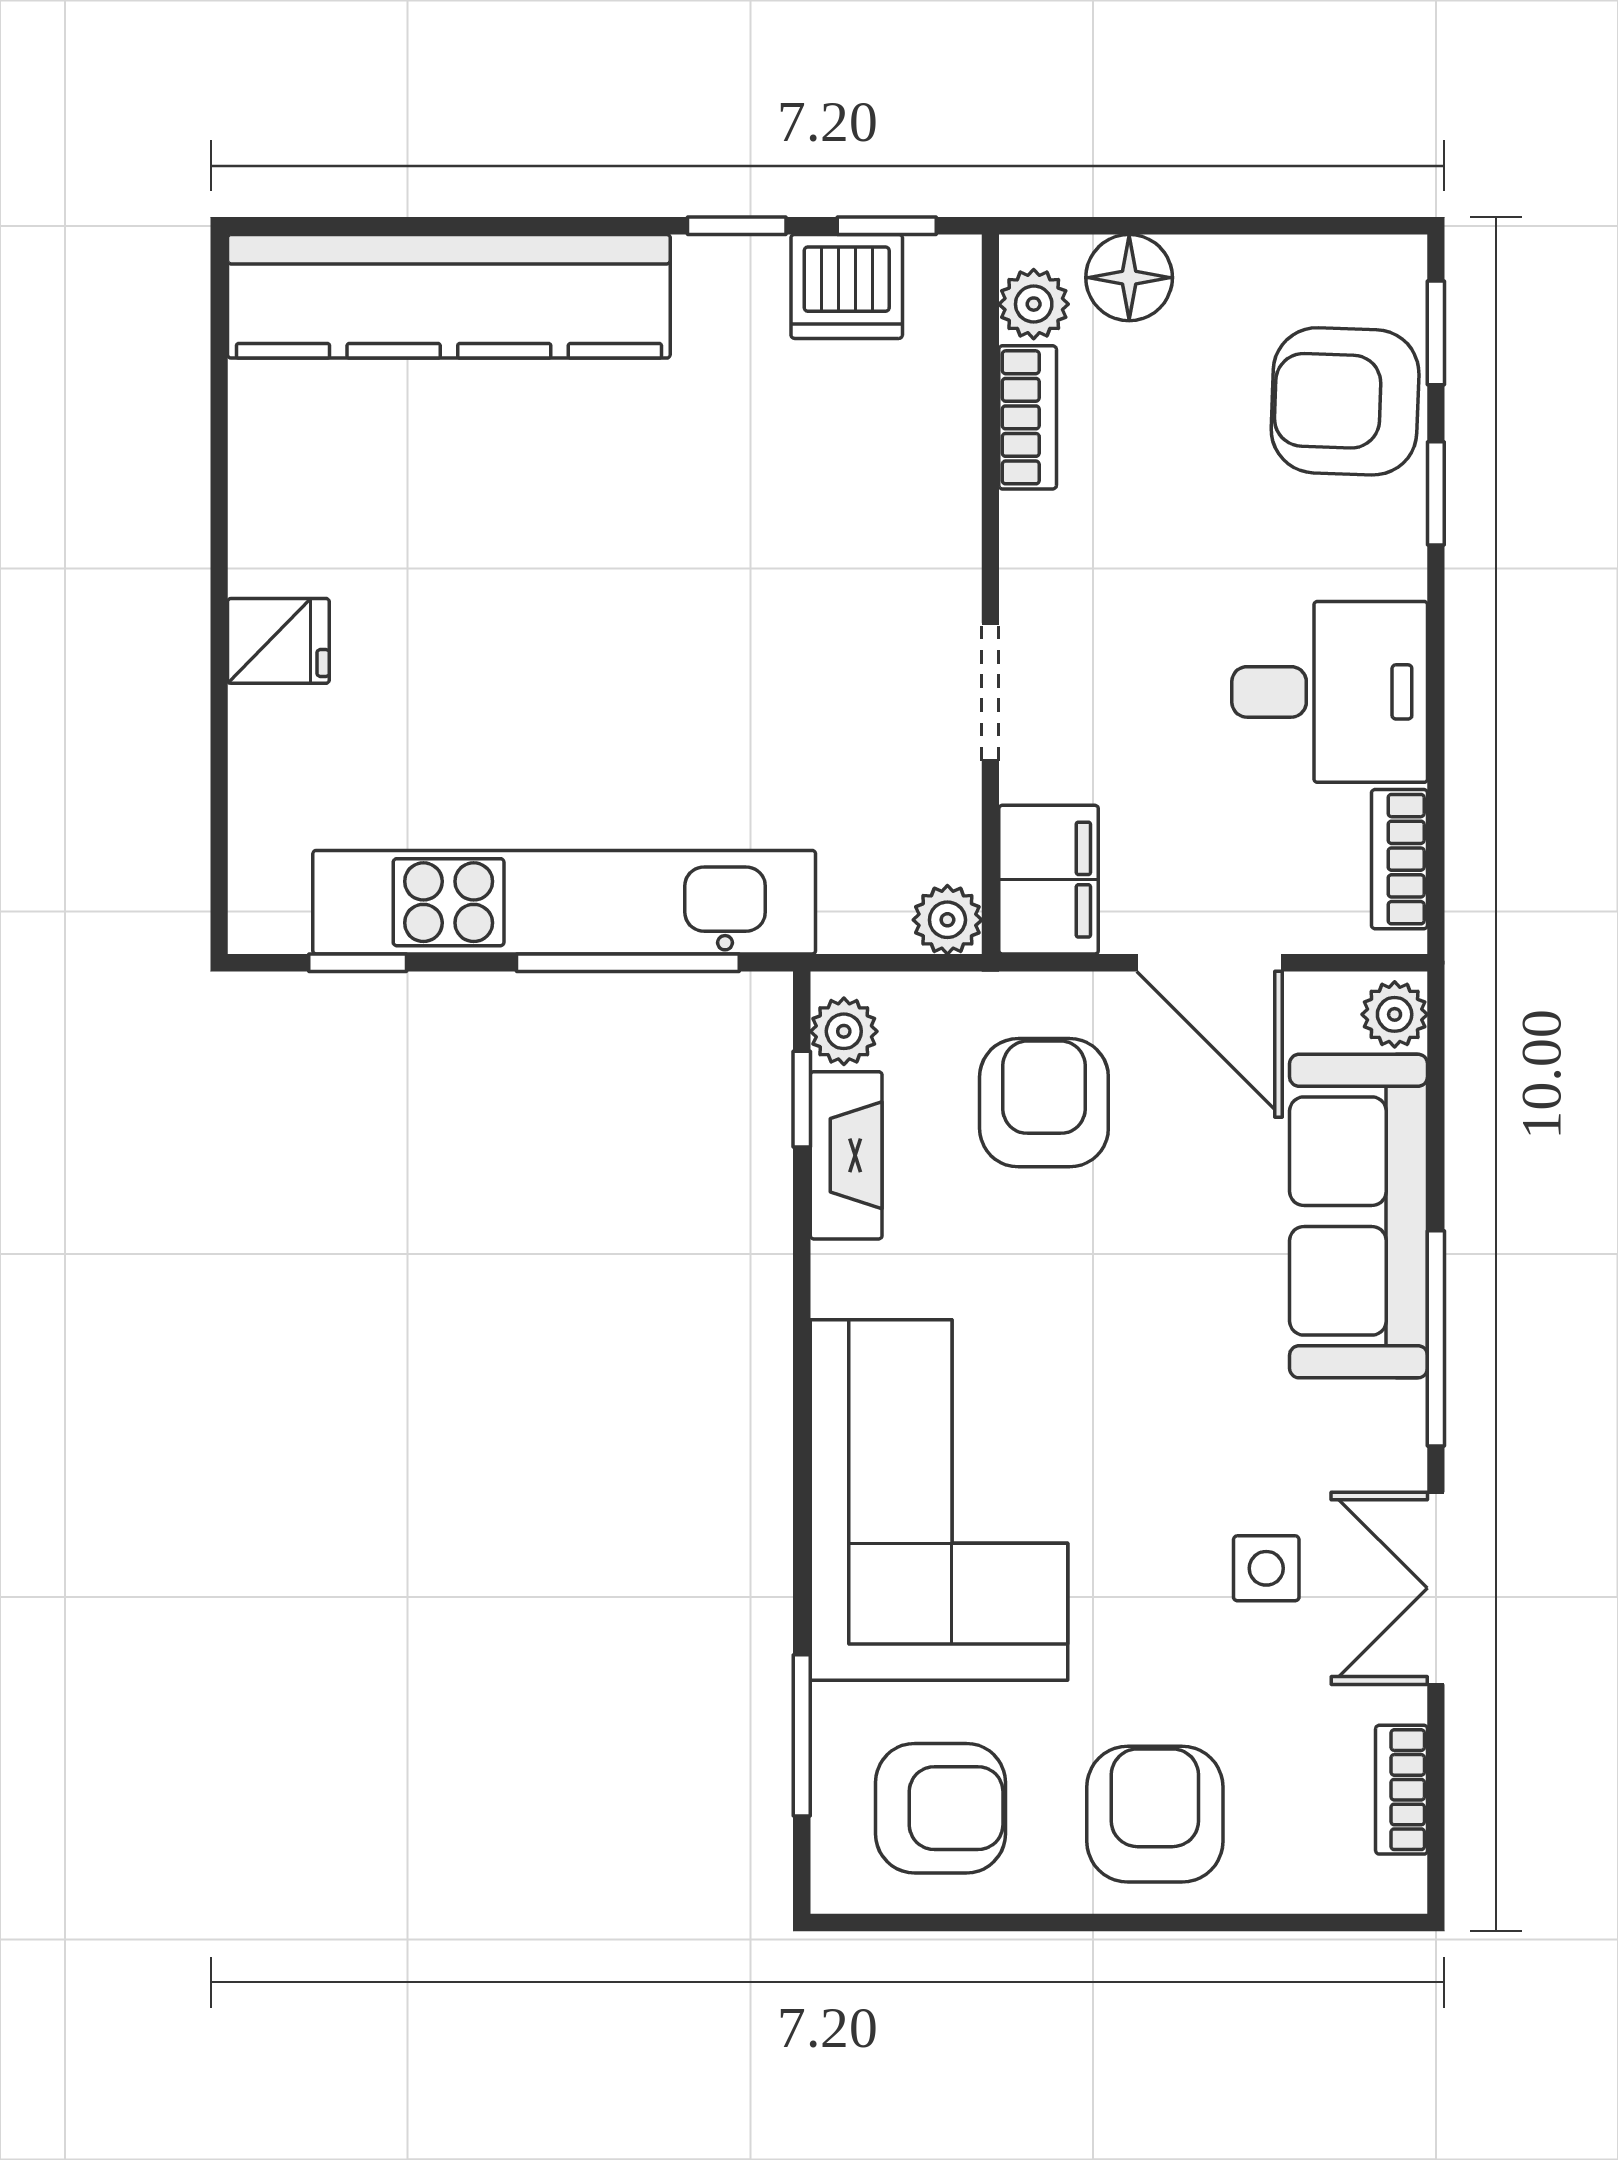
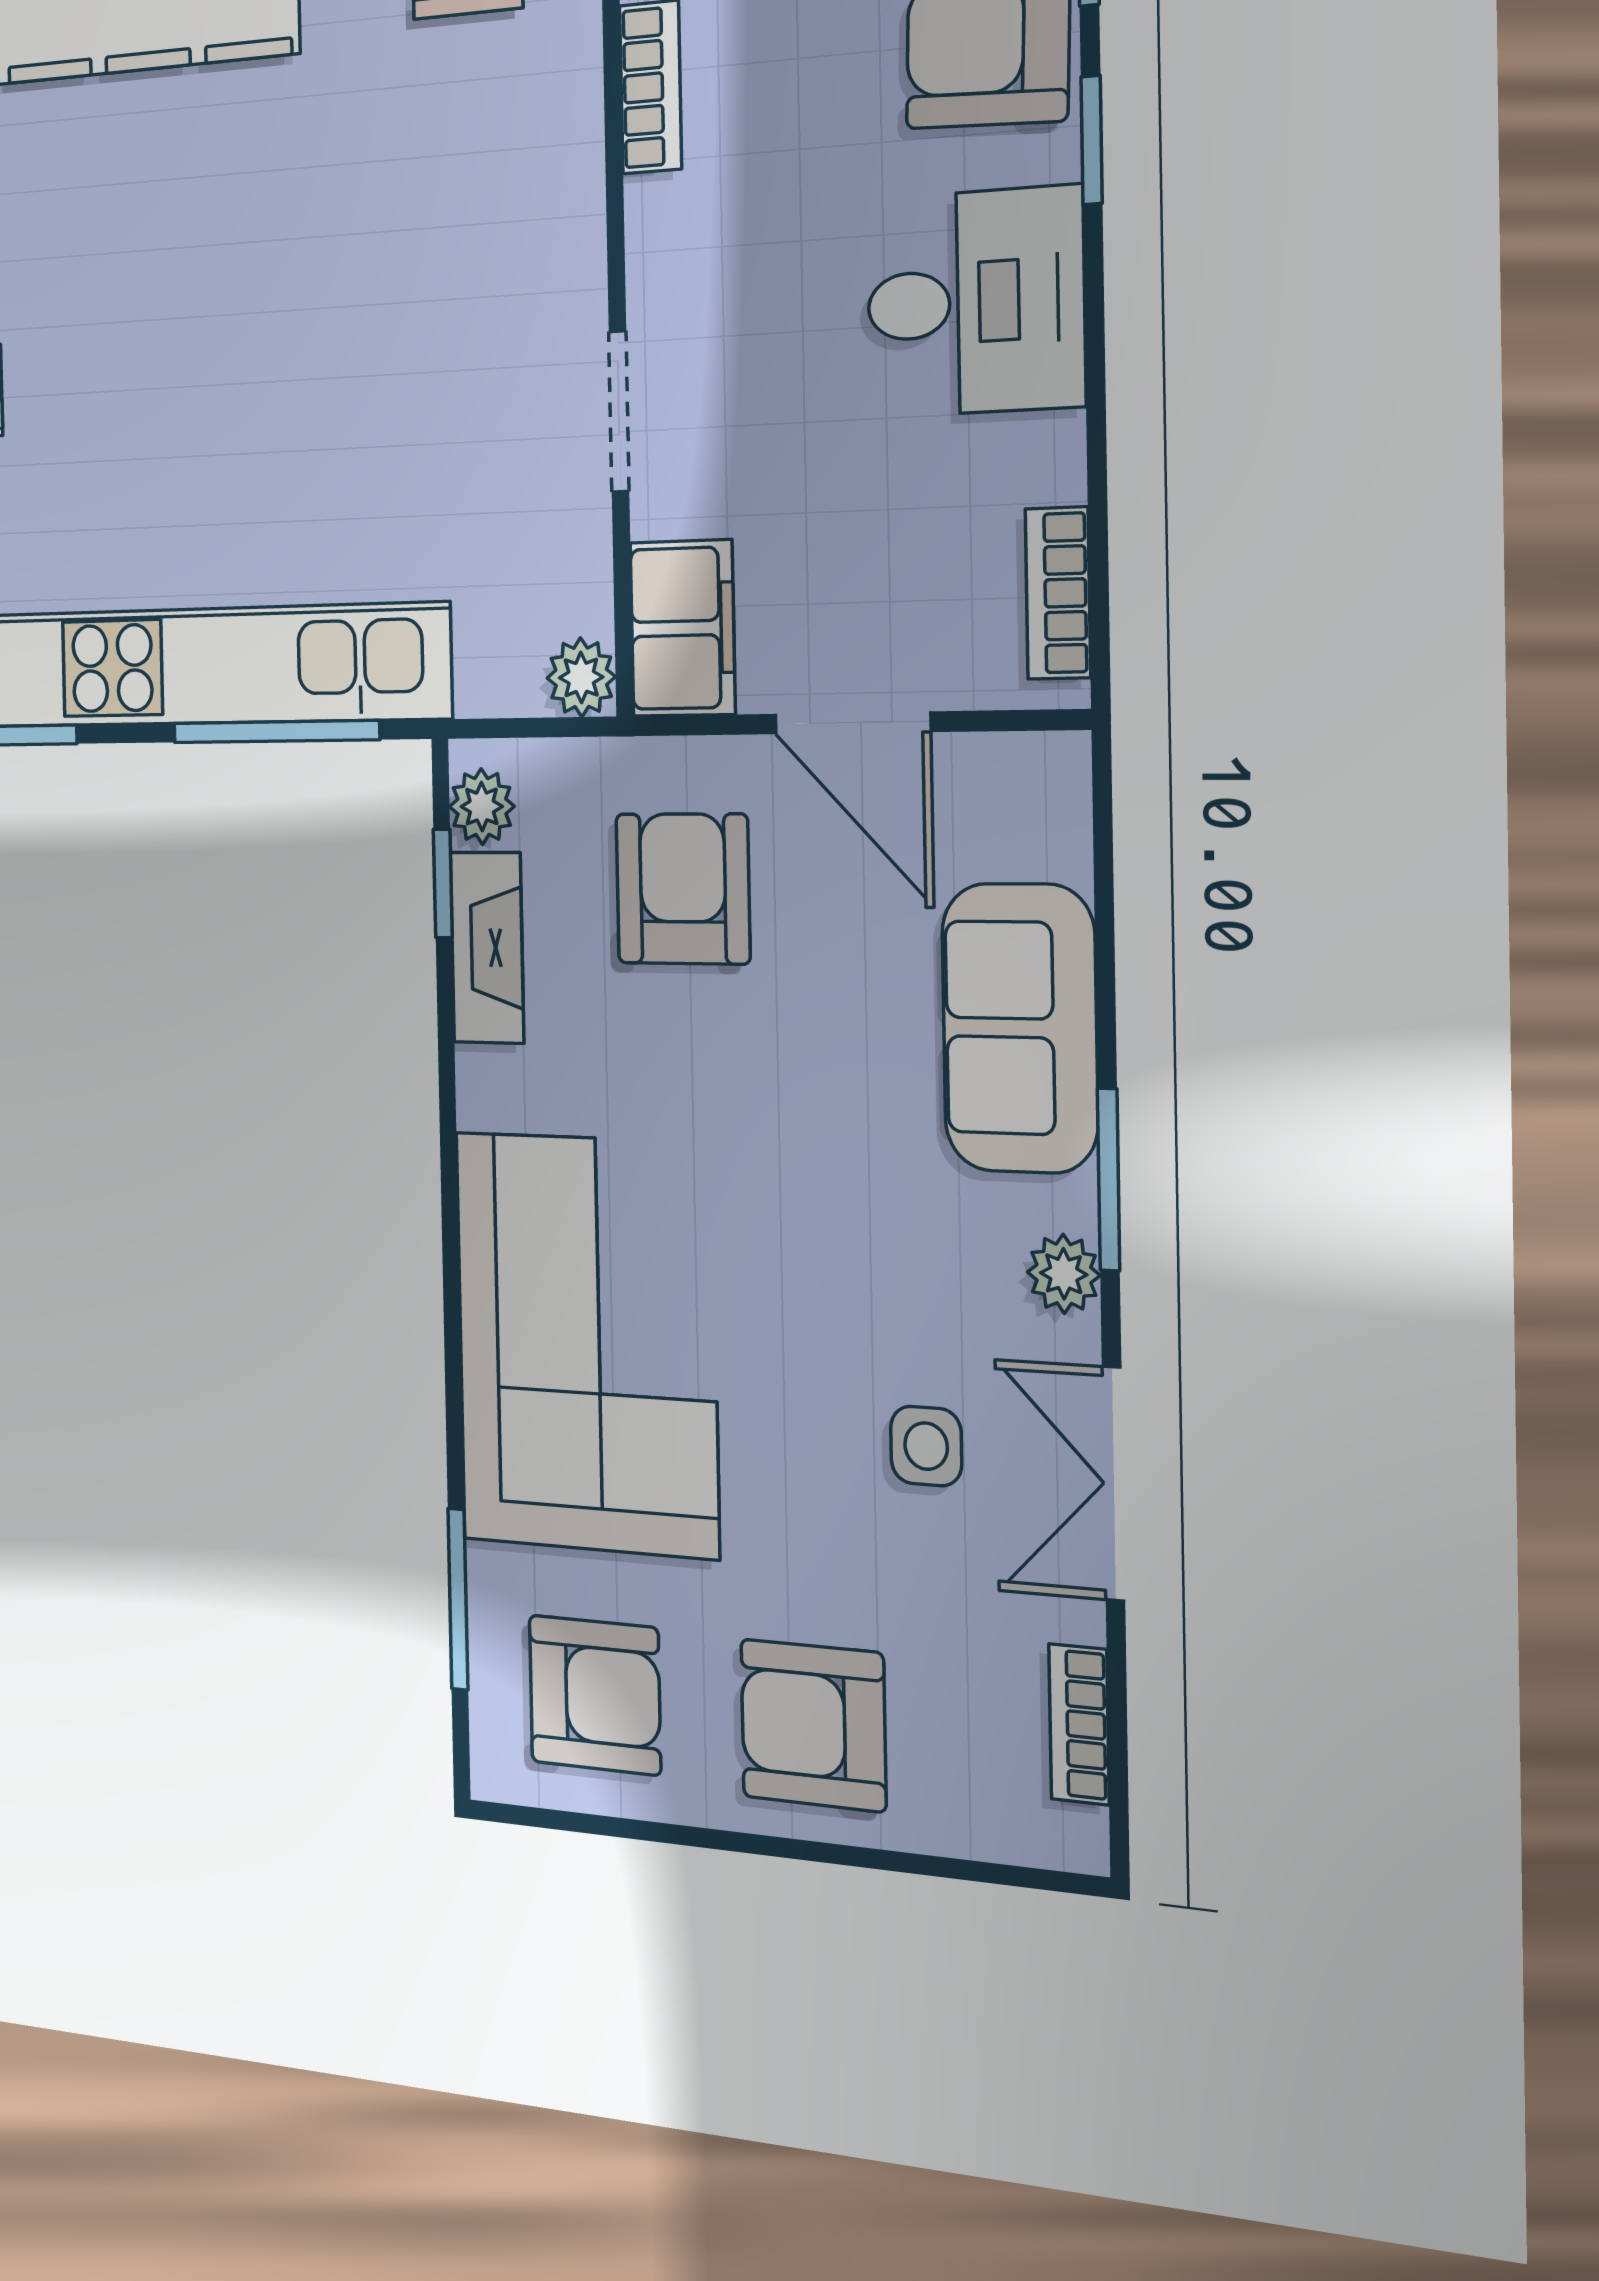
desk: (1330, 692) -> (975, 302), moved
plant: (1395, 1014) -> (1064, 1274), moved
sofa: (1359, 1216) -> (1020, 1028), width x0.73
window: (1436, 1338) -> (1109, 1179), width x0.69
armchair: (1155, 1814) -> (813, 1725), turned -90

